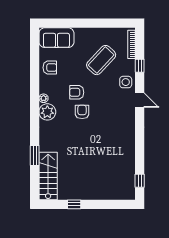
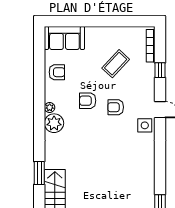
coffee table: (101, 60) -> (116, 64), width x0.73, depth x0.76
side table: (126, 82) -> (145, 125), moved
armchair: (82, 112) -> (116, 107), moved, turned -90

